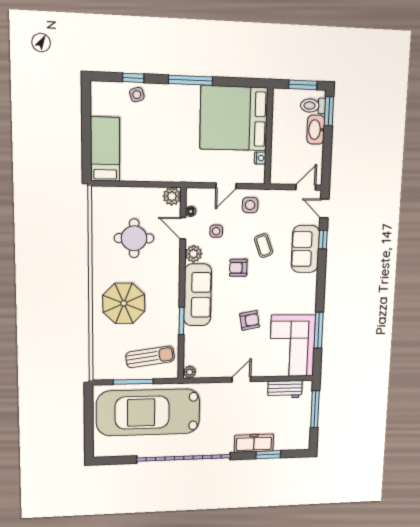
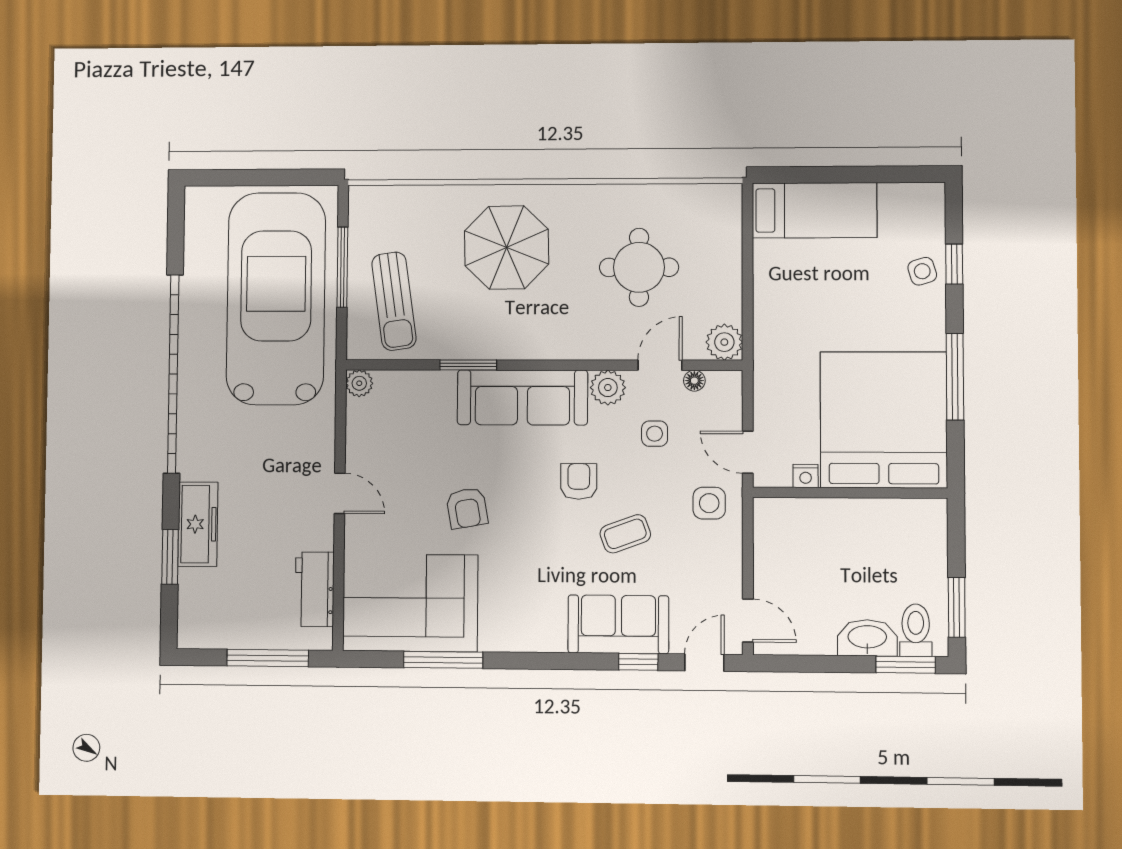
bed: (234, 118) -> (884, 420), moved
wall: (269, 136) -> (850, 493), moved
nightstand: (260, 158) -> (806, 476), moved

